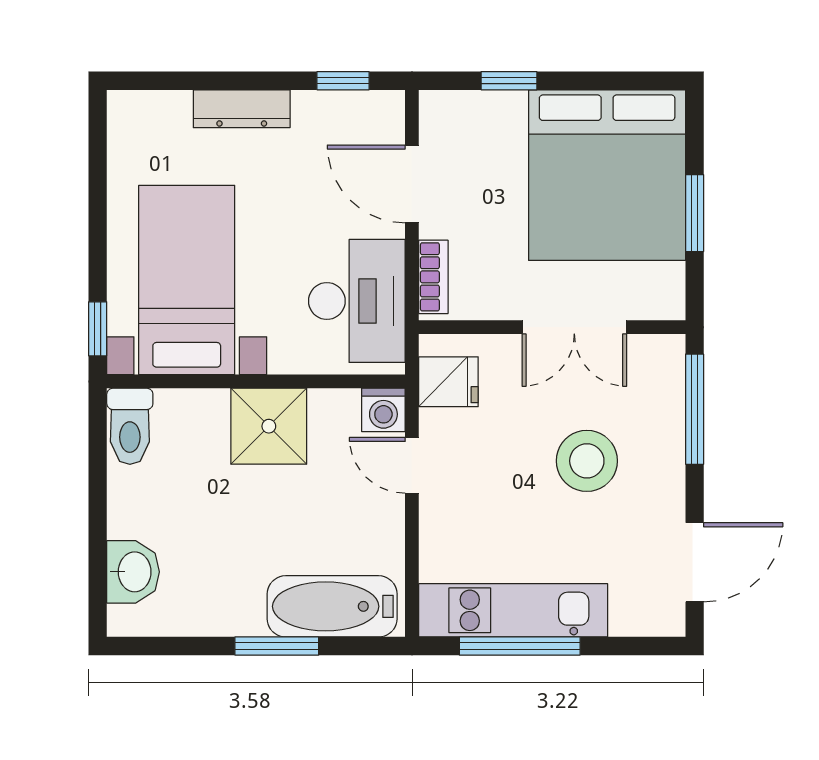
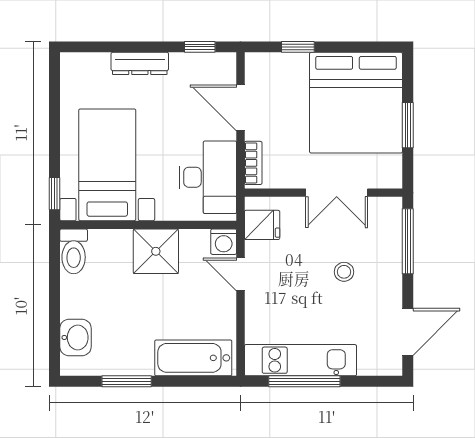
stool: (587, 461) -> (344, 272), width x0.53, depth x0.53
window: (277, 646) -> (127, 381), moved

